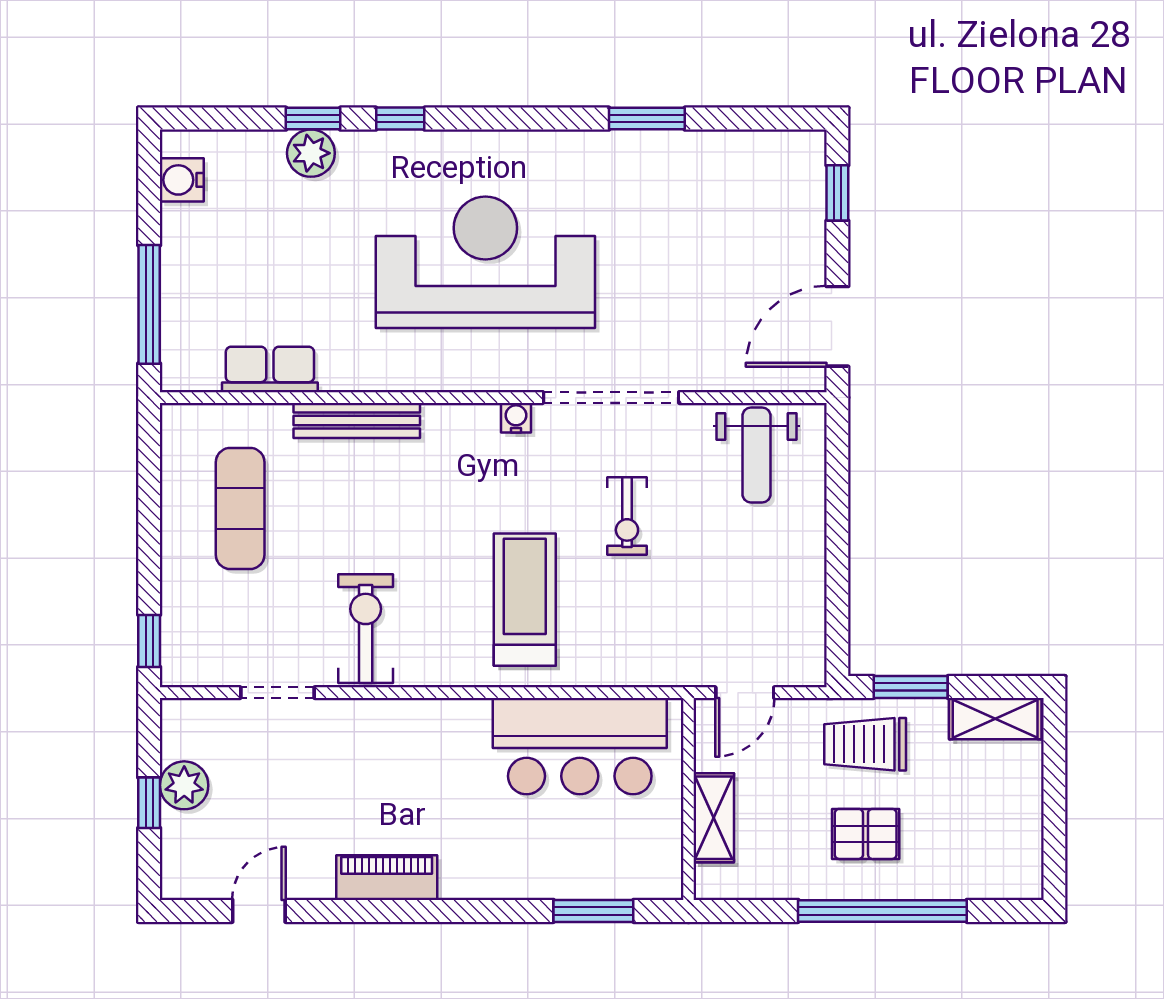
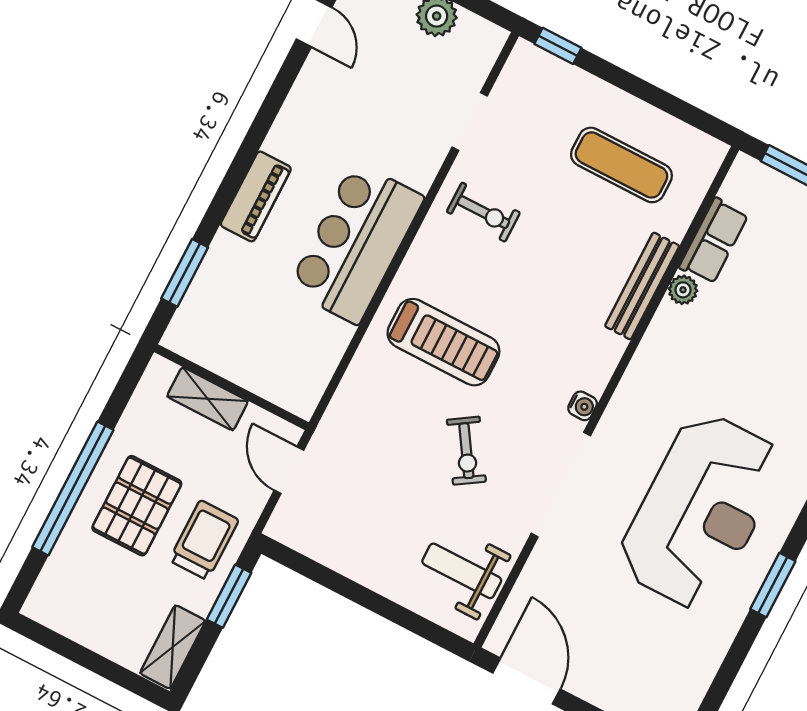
window: (647, 119) -> (773, 585), moved
reception desk: (485, 262) -> (701, 511), moved
plant: (338, 375) -> (683, 290), added
exercise bike: (627, 516) -> (466, 451), turned -123
exercise bike: (366, 629) -> (483, 212), width x0.73, depth x0.72
bar counter: (580, 746) -> (356, 243), moved
pallet: (866, 834) -> (137, 506), width x1.50, depth x1.42
piano: (387, 878) -> (256, 196), moved

